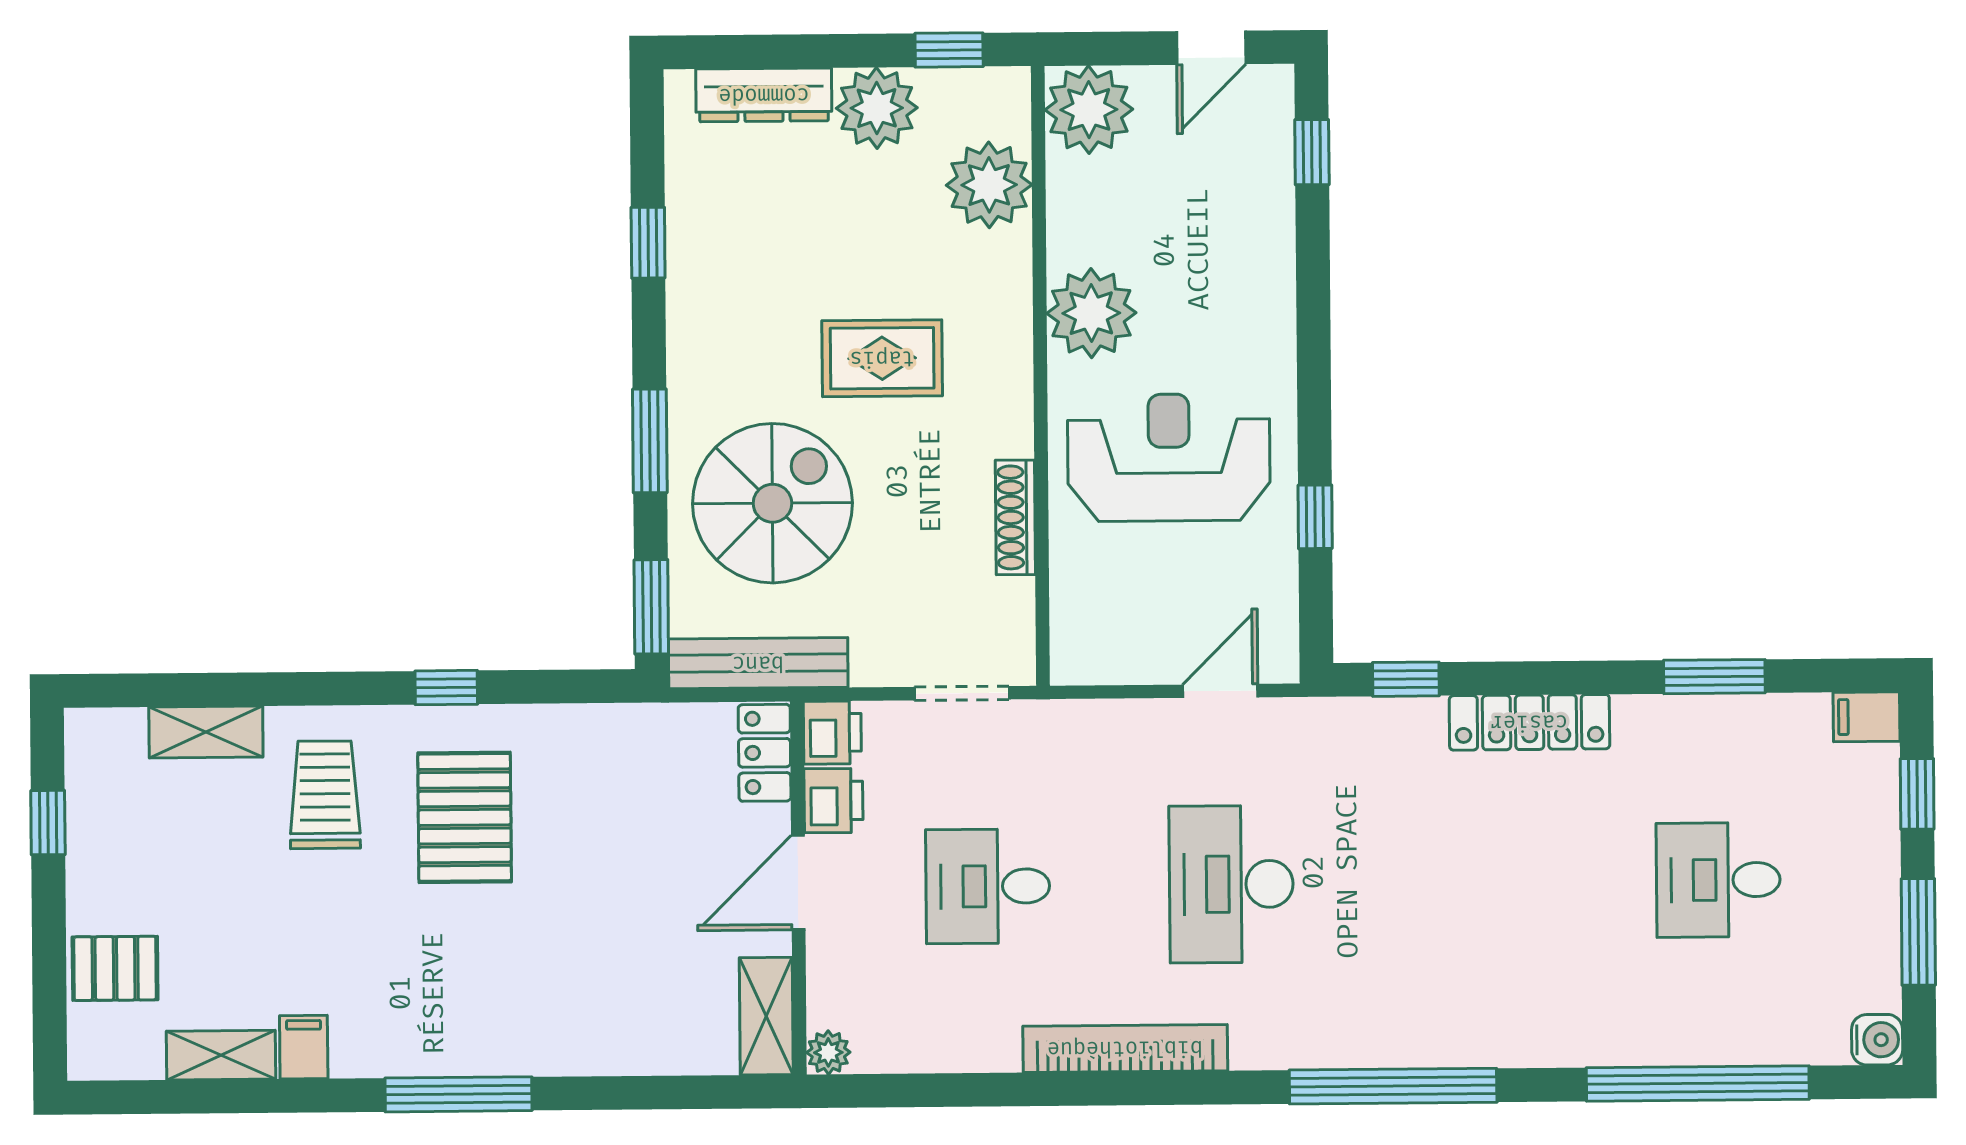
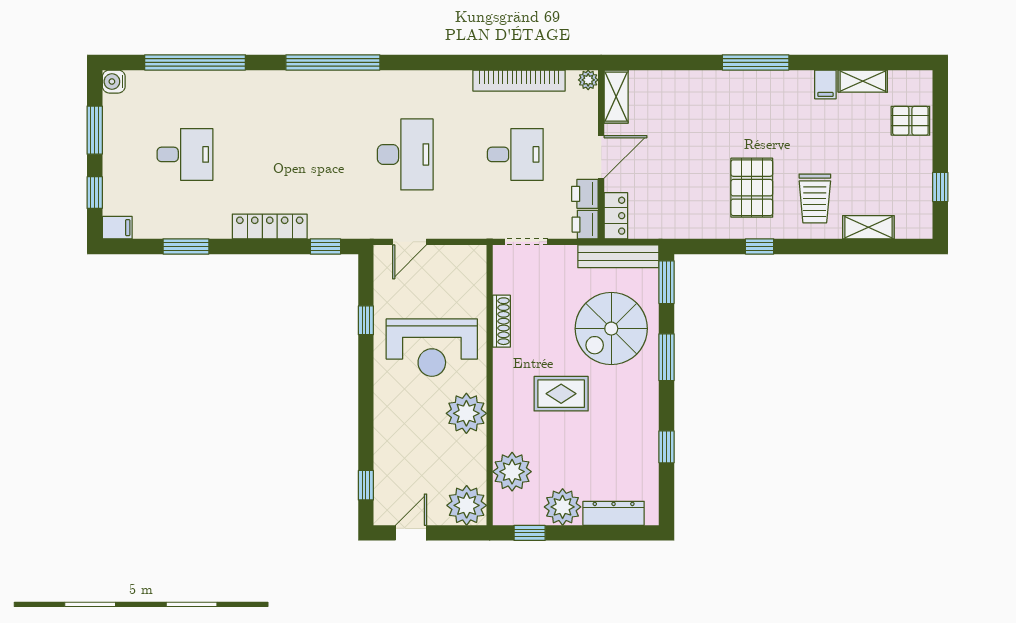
bookcase: (1125, 1048) -> (519, 81), moved

